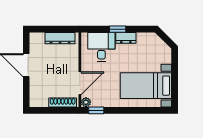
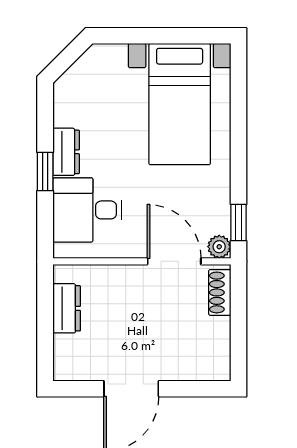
dresser: (60, 38) -> (67, 308), width x0.70
shoe rack: (63, 102) -> (220, 292), width x0.70

